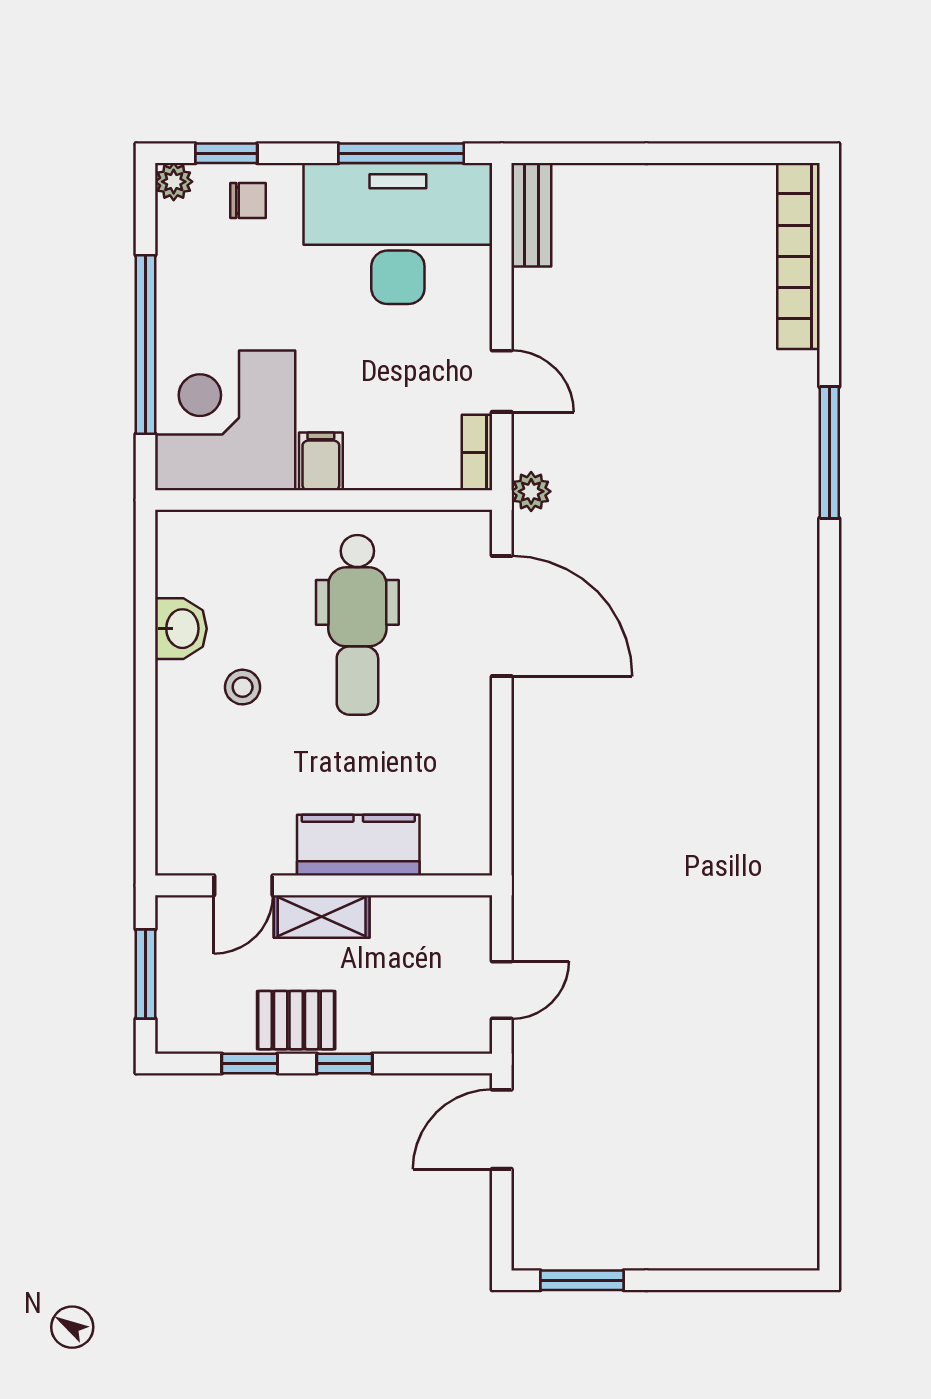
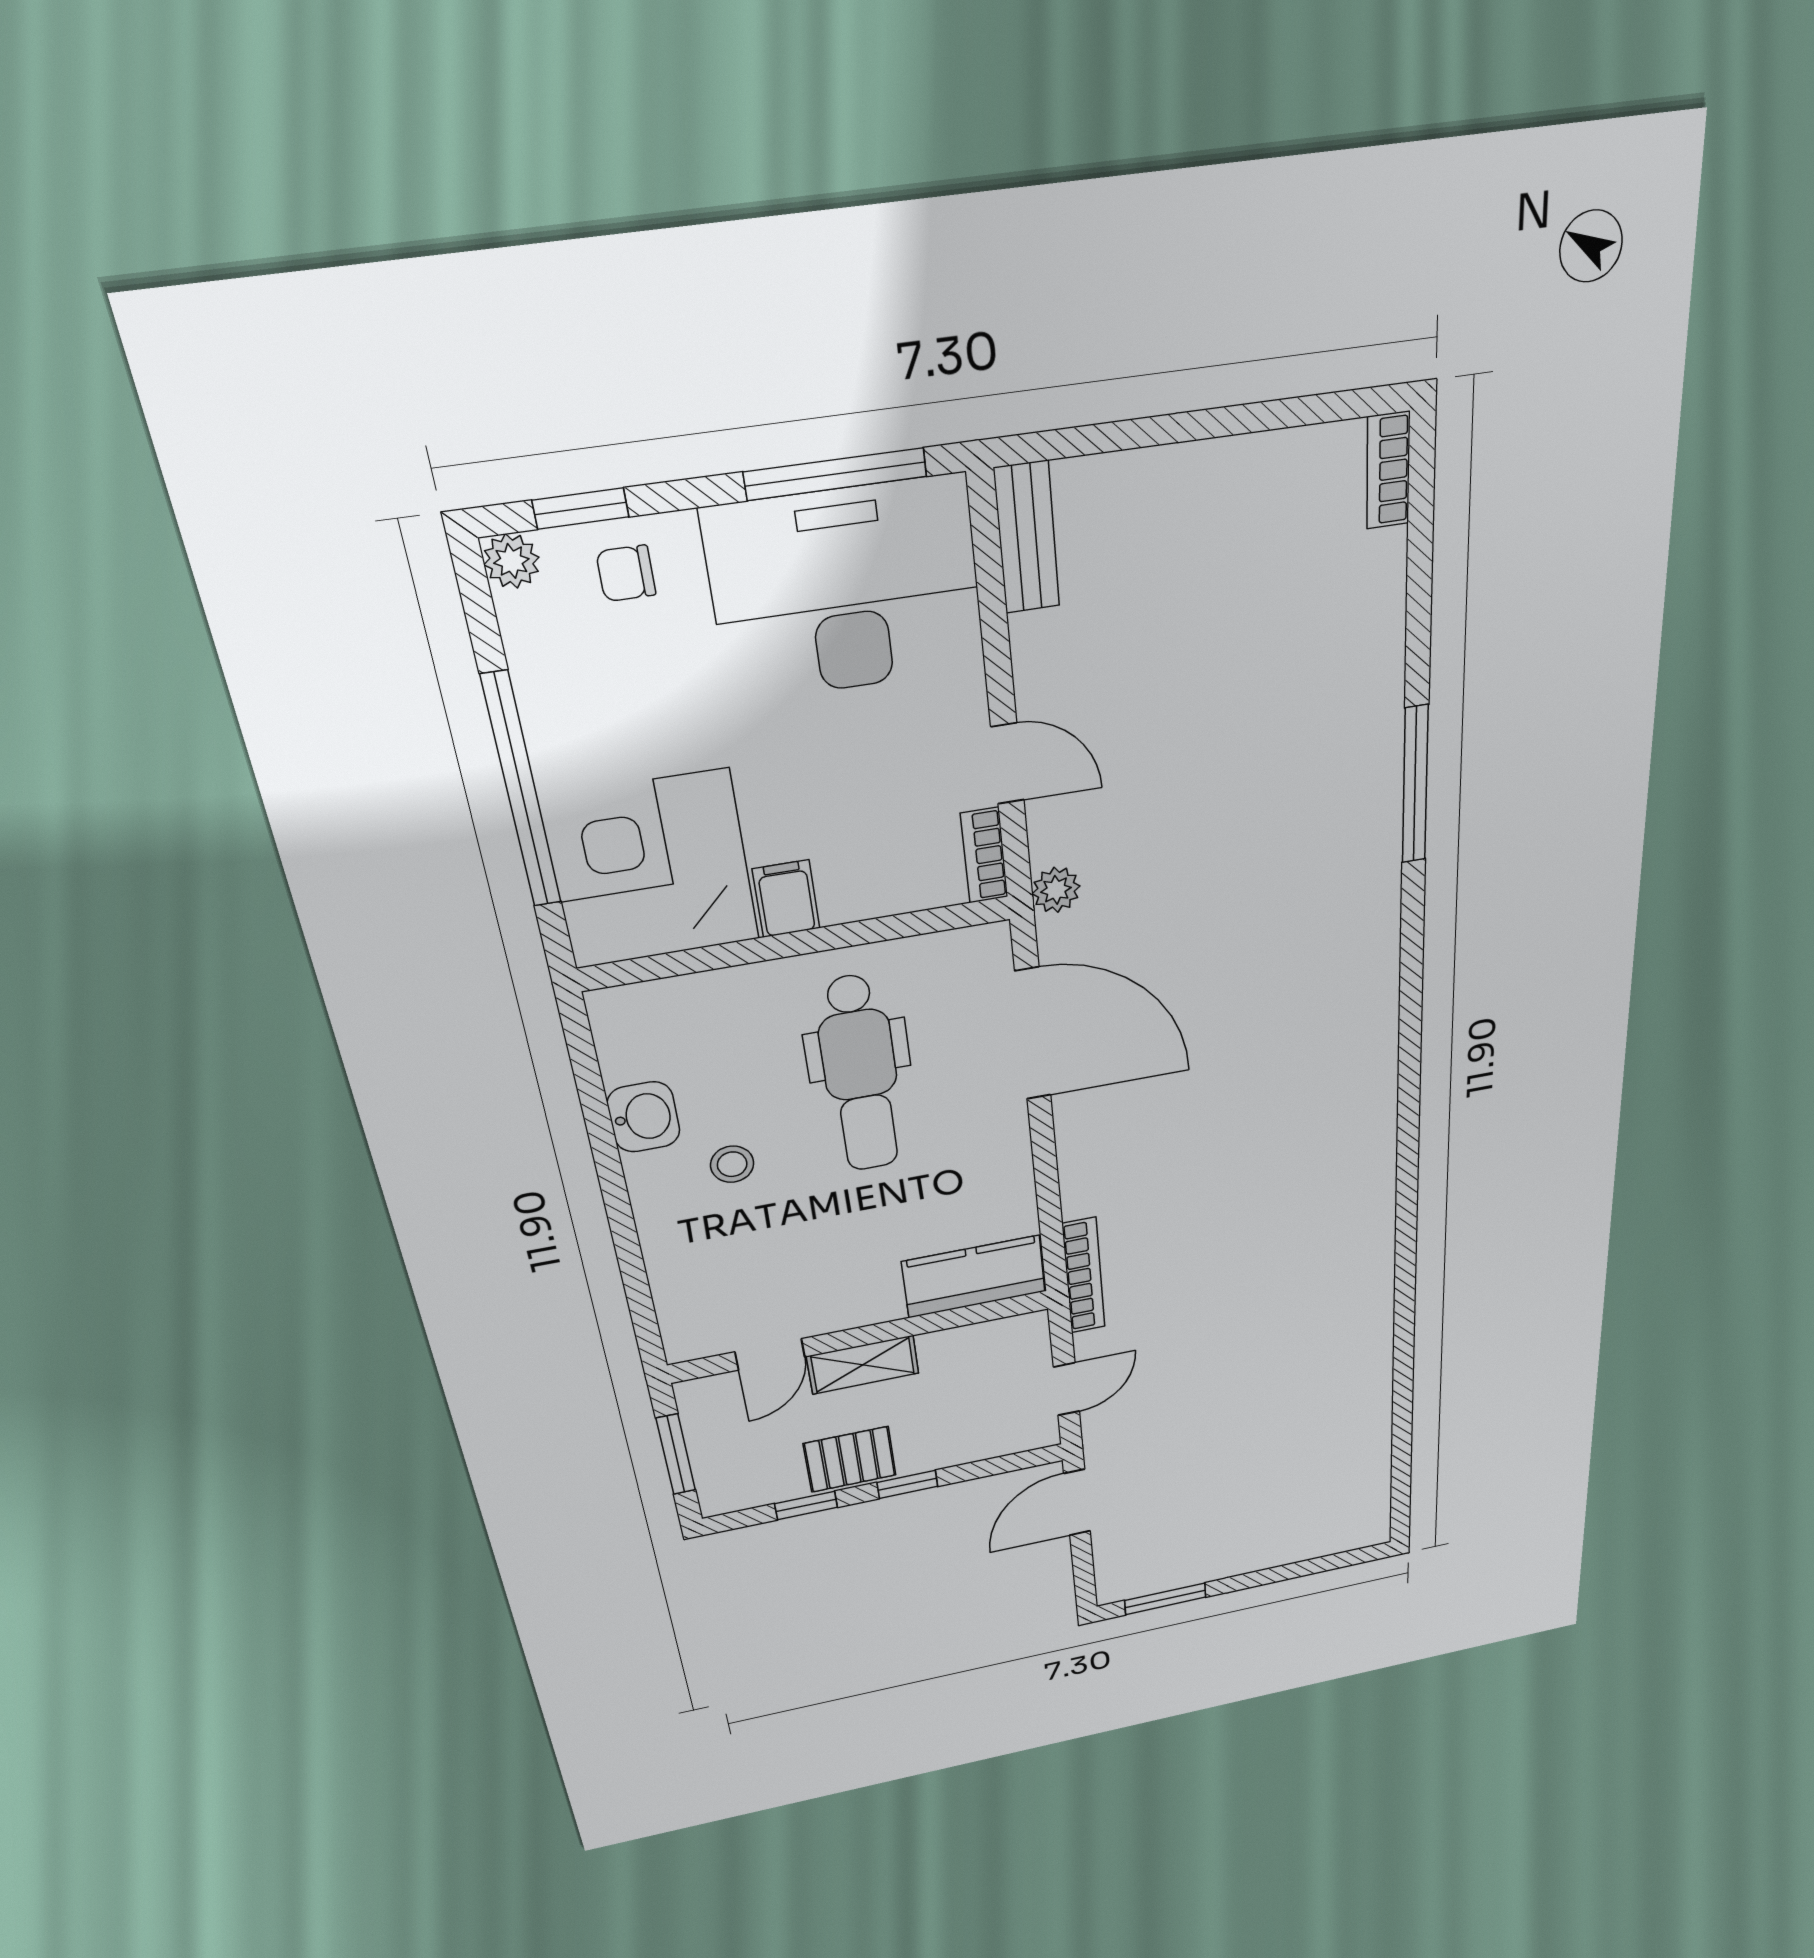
chair: (248, 201) -> (626, 573), turned 180
bookcase: (799, 256) -> (1388, 470), width x0.43, depth x0.76
kitchen counter: (358, 845) -> (974, 1277), moved
bookcase: (527, 867) -> (1084, 1276), added

